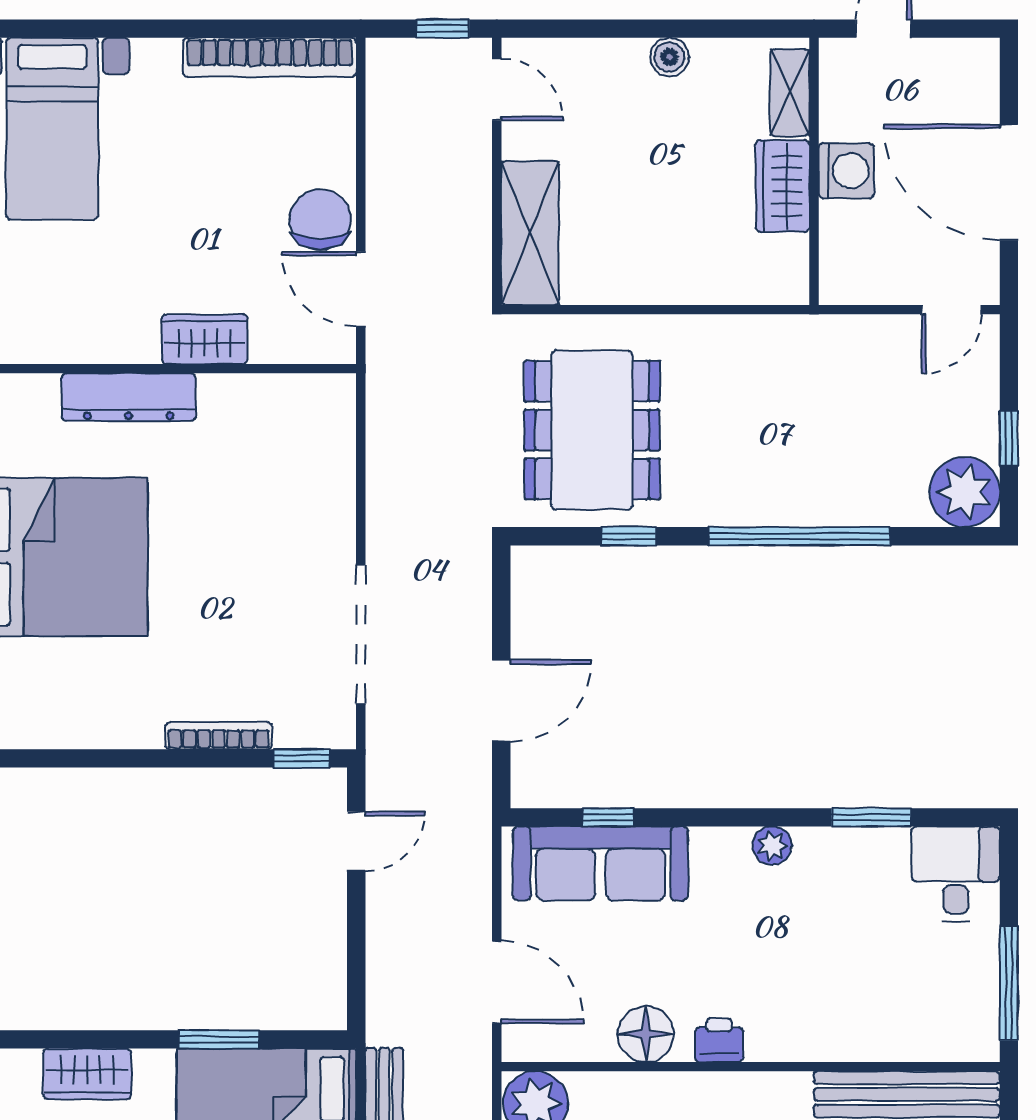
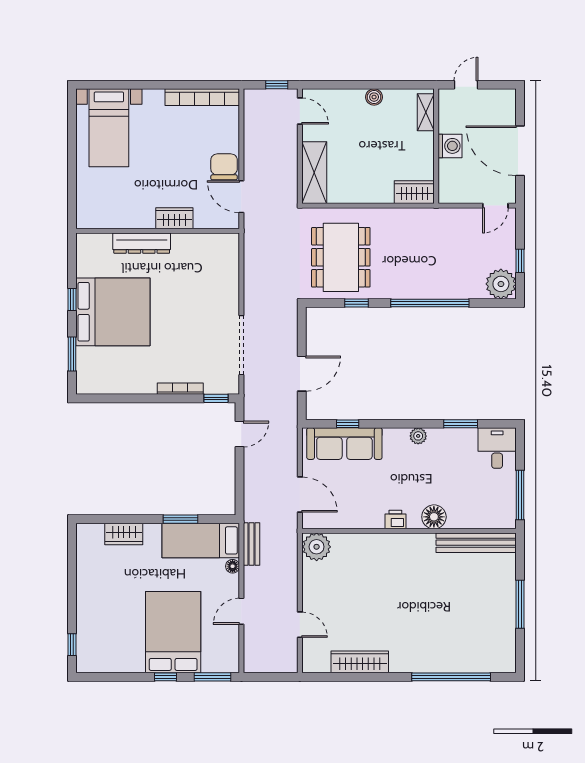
wardrobe: (783, 186) -> (414, 192), moved, turned 90
floor lamp: (646, 1034) -> (434, 517), moved

